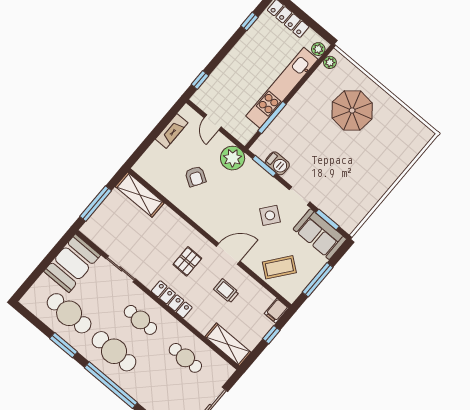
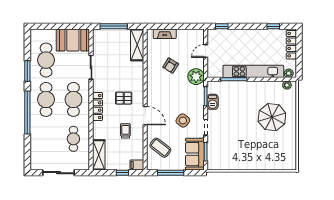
fireplace: (172, 131) -> (165, 34), moved
cafe table: (140, 320) -> (73, 99), width x1.37, depth x1.35

